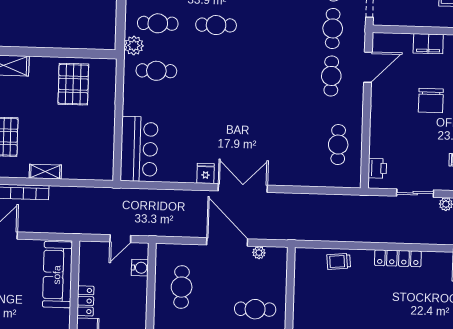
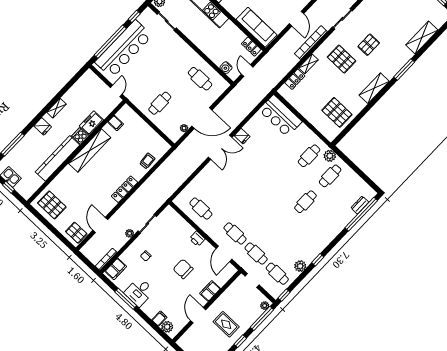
printer: (377, 168) -> (197, 239), moved
locker: (79, 171) -> (295, 79), added
locker: (85, 301) -> (251, 47), moved

